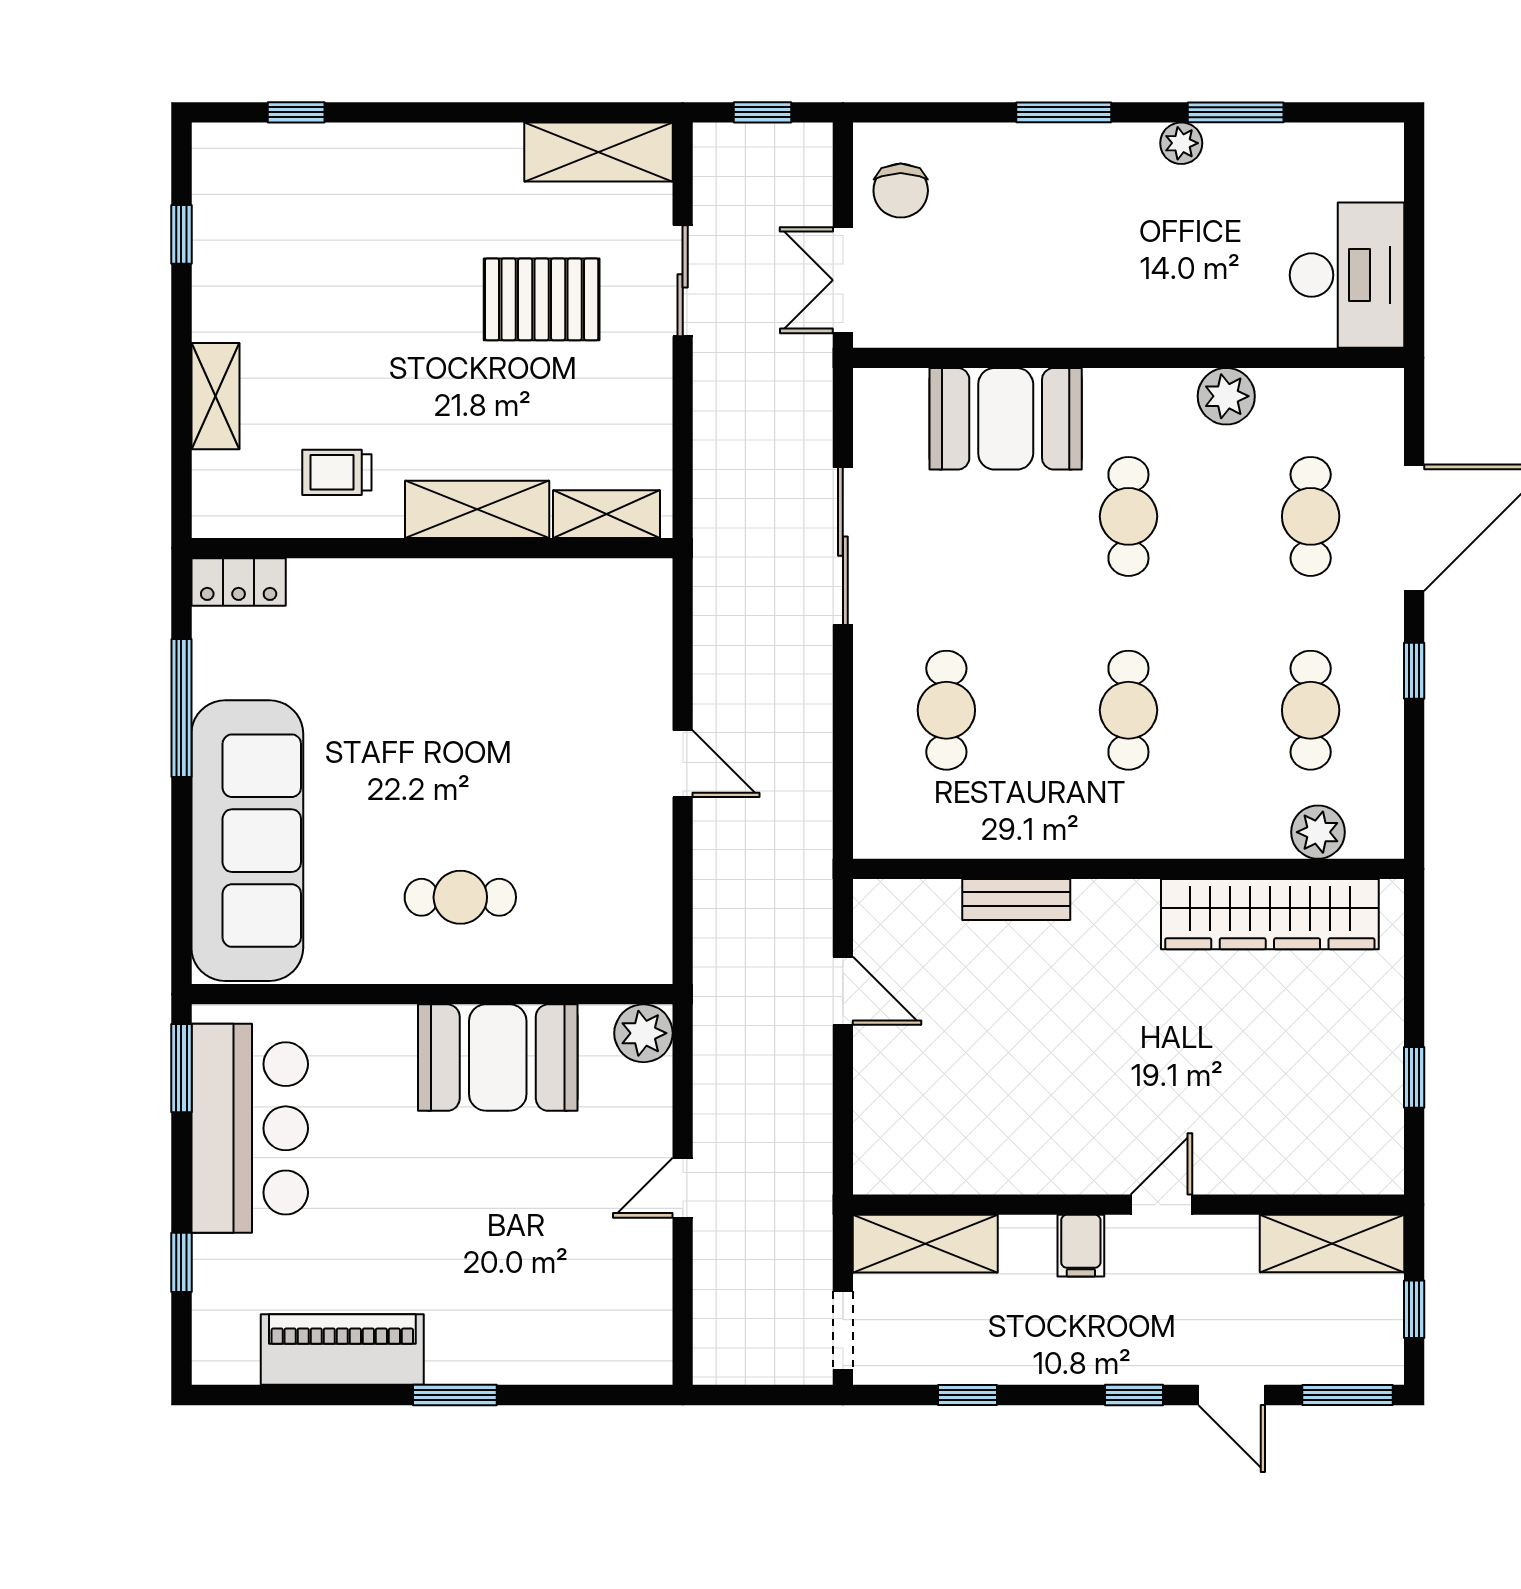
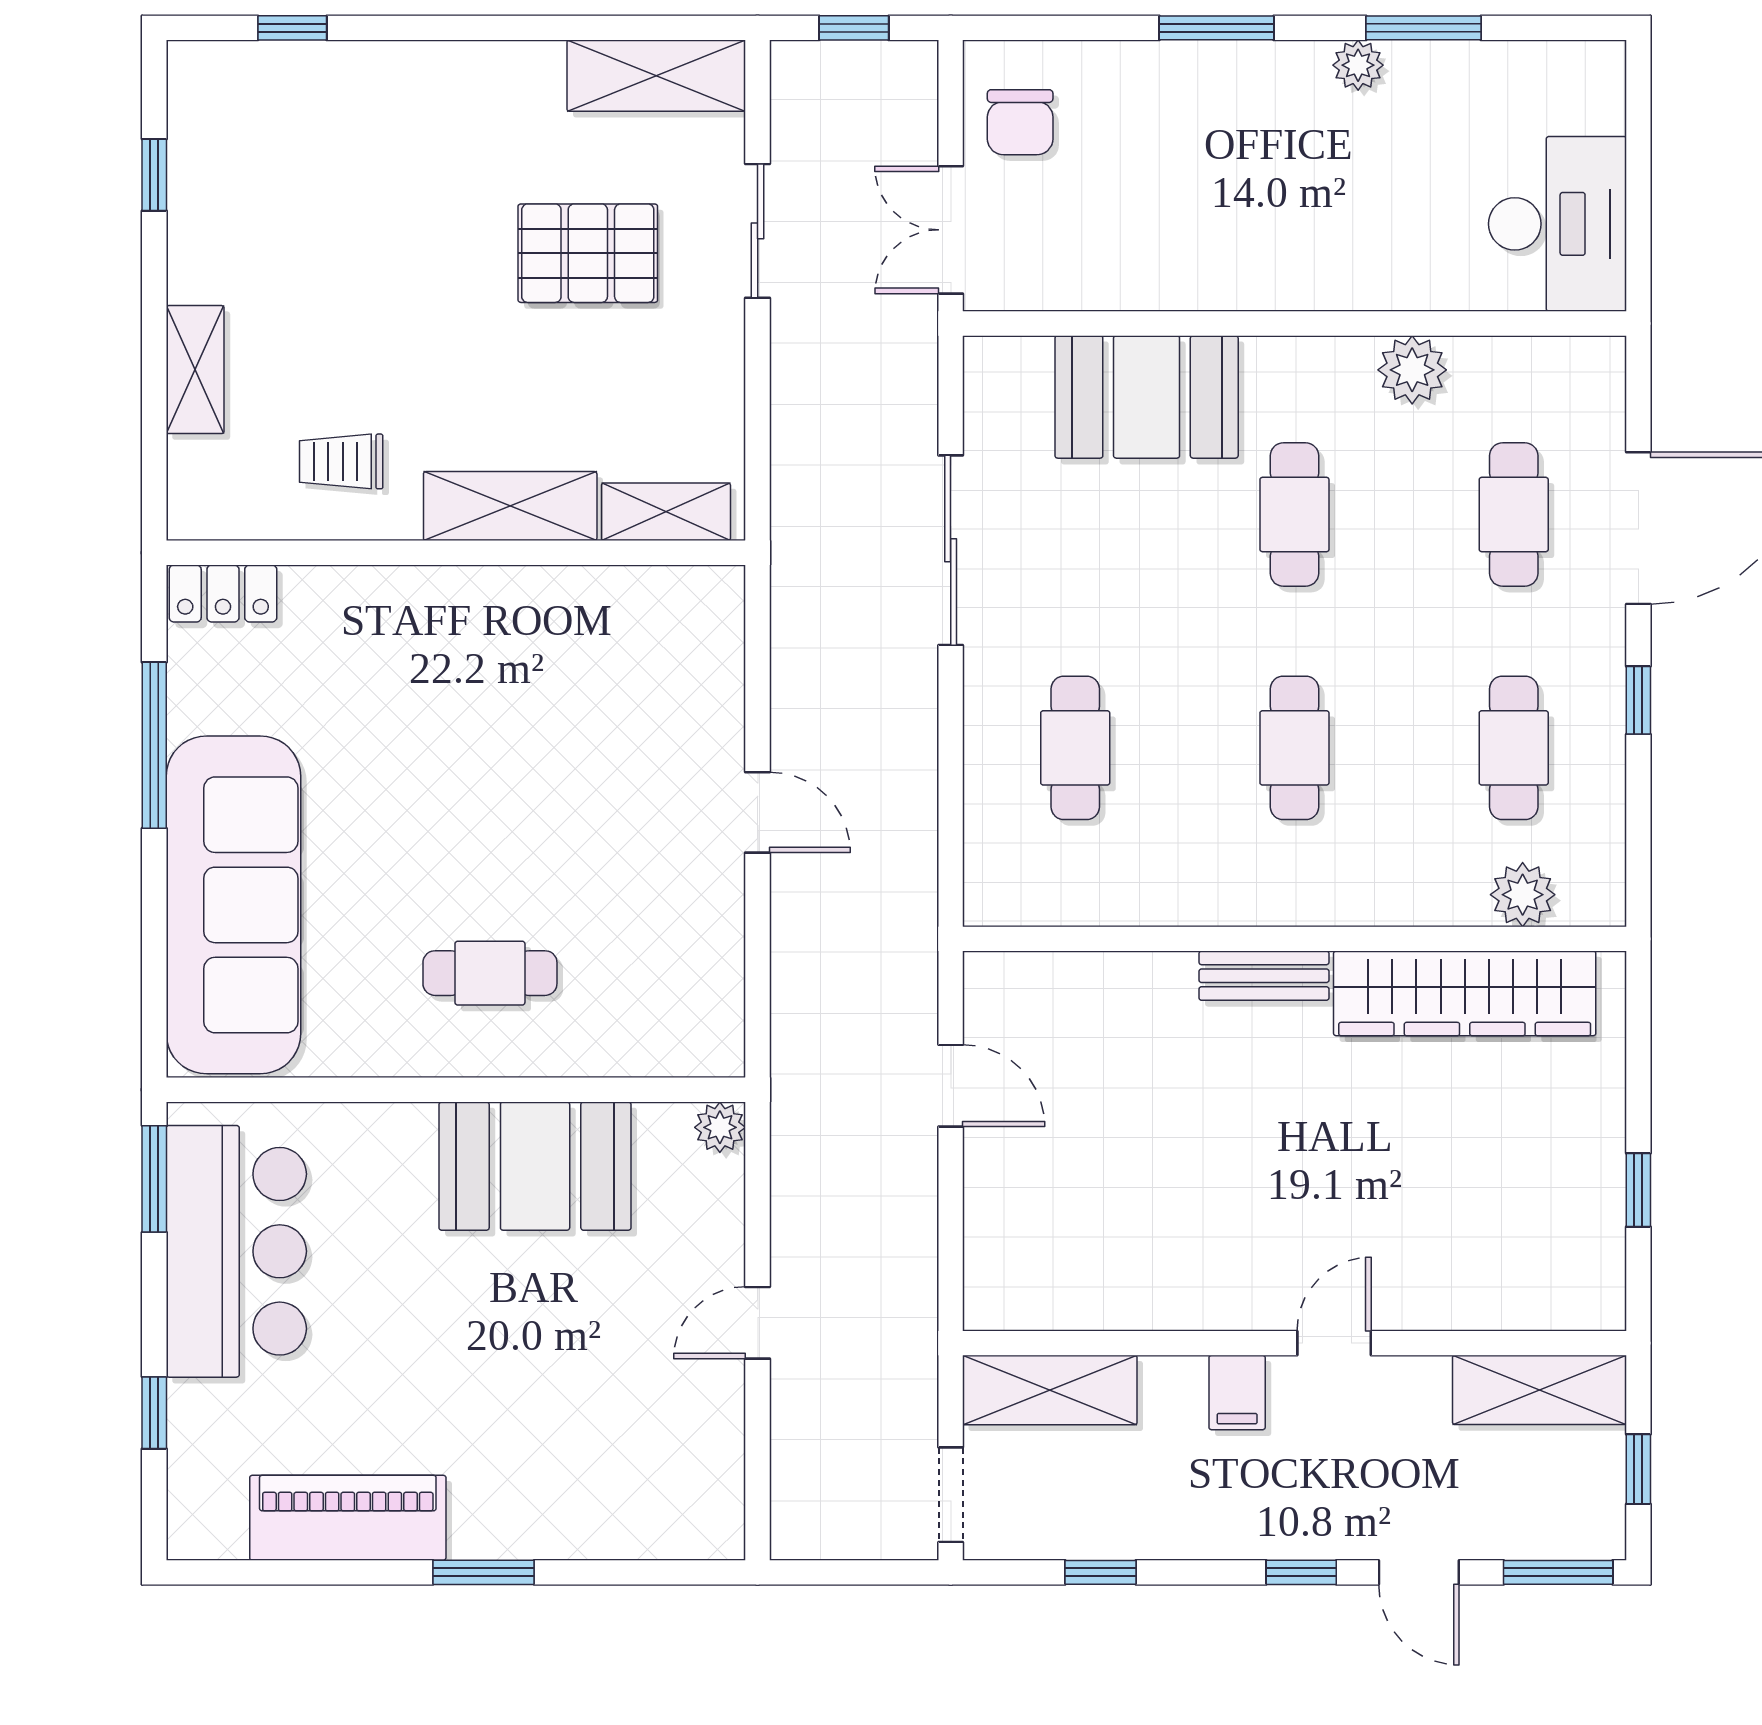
bench: (1016, 899) -> (1264, 976), moved
plant: (643, 1033) -> (720, 1127), width x0.73, depth x0.73

